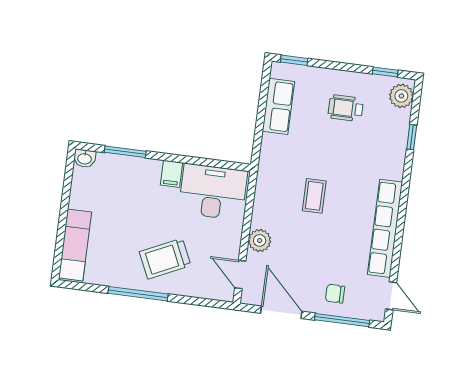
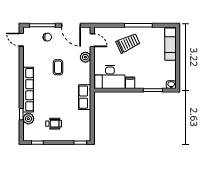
plant: (401, 96) -> (28, 119), moved
row of seats: (278, 106) -> (85, 97), moved
coffee table: (314, 196) -> (58, 67), moved
row of seats: (385, 228) -> (28, 90), moved

